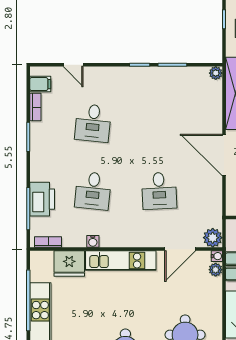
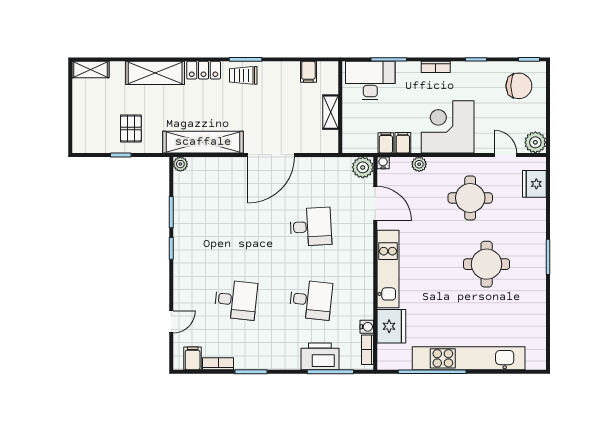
water cooler: (93, 241) -> (367, 327), moved
plant: (216, 270) -> (419, 164), moved

